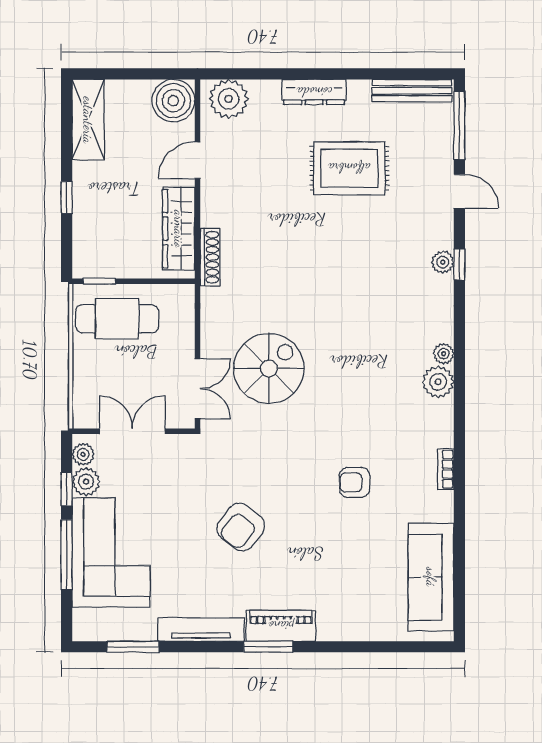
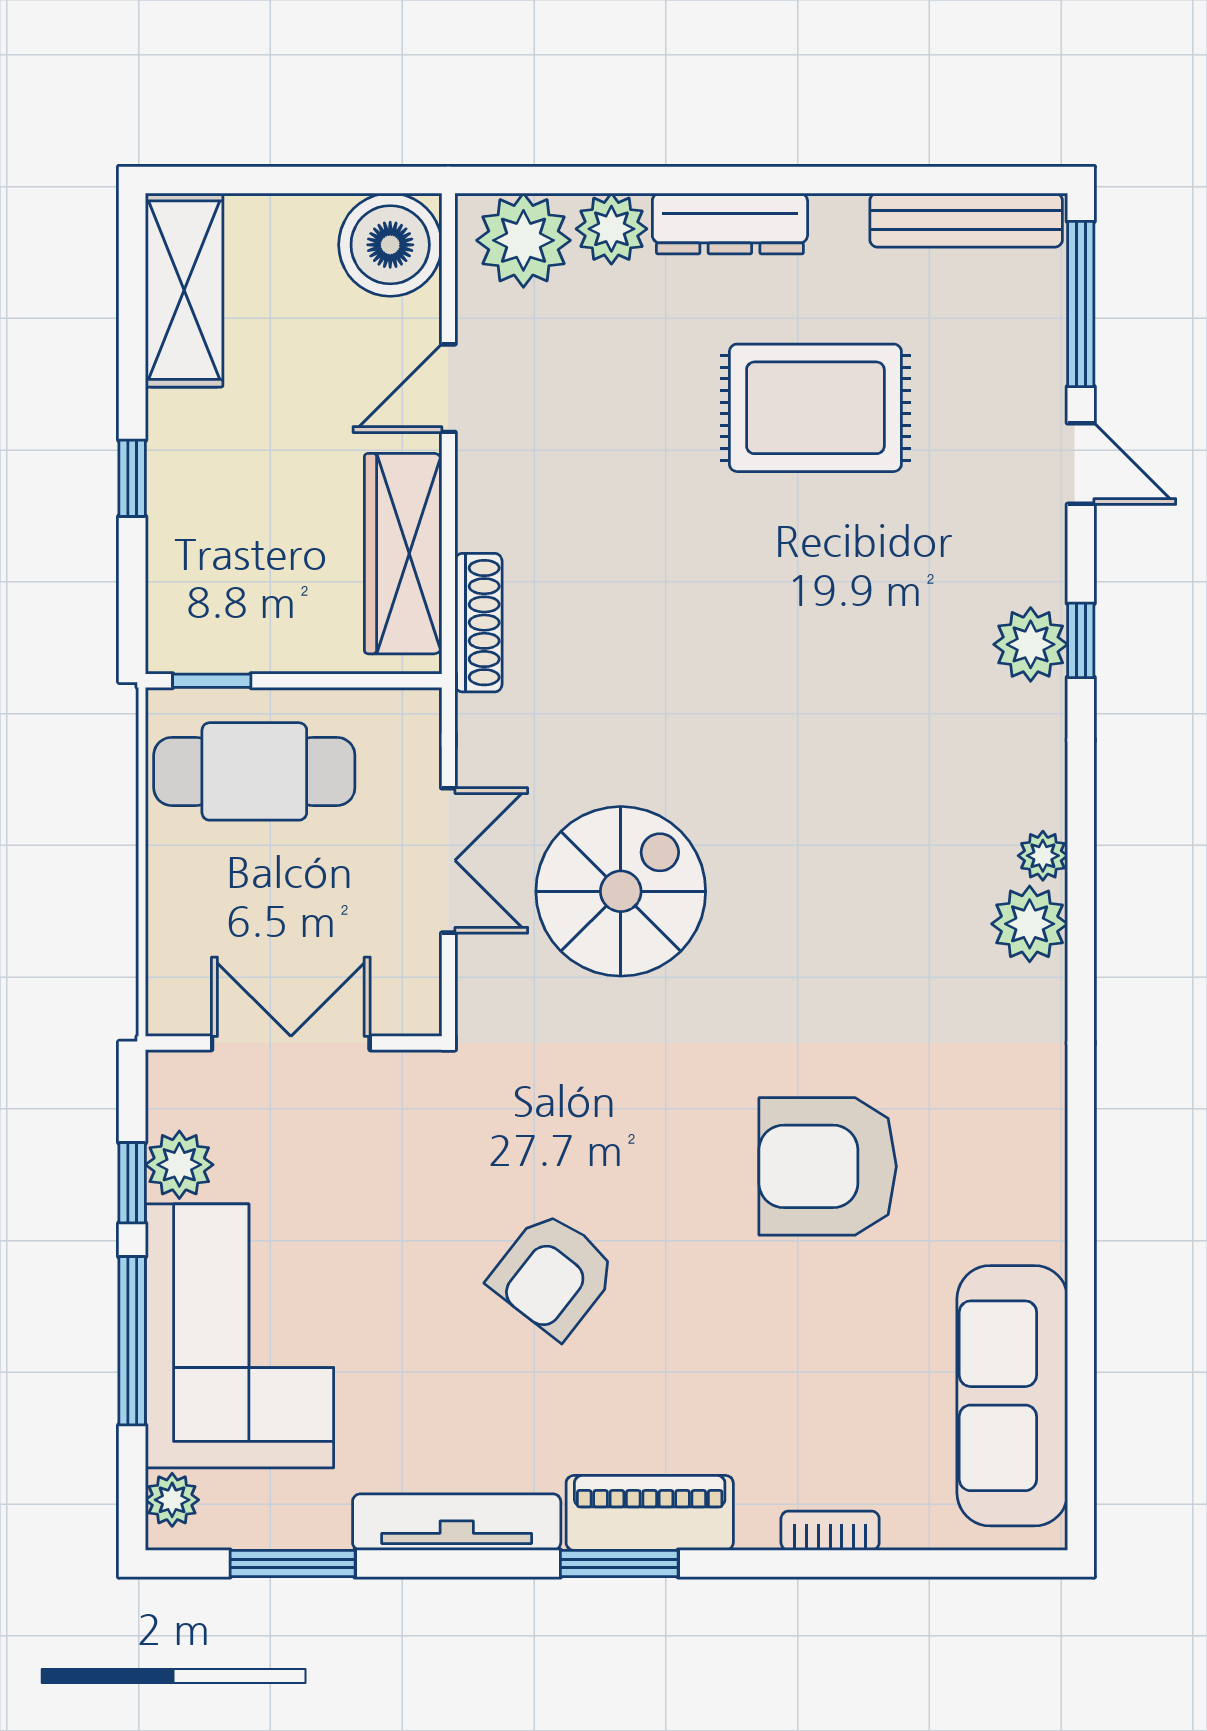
plant: (265, 94) -> (611, 229), added
plant: (443, 262) -> (1031, 644), width x1.38, depth x1.38
double door: (197, 389) -> (448, 860), moved
plant: (83, 454) -> (172, 1500), moved
bookcase: (446, 469) -> (830, 1531), moved, turned 90
armchair: (355, 482) -> (828, 1166), width x1.88, depth x1.88

